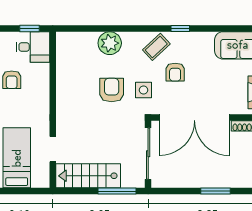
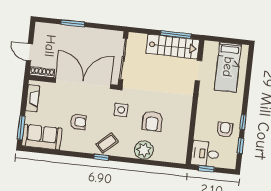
window: (180, 28) -> (101, 157), moved
armchair: (175, 72) -> (78, 122), moved, turned 90
armchair: (112, 90) -> (152, 121), moved
window: (117, 191) -> (176, 35), moved

